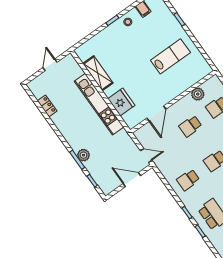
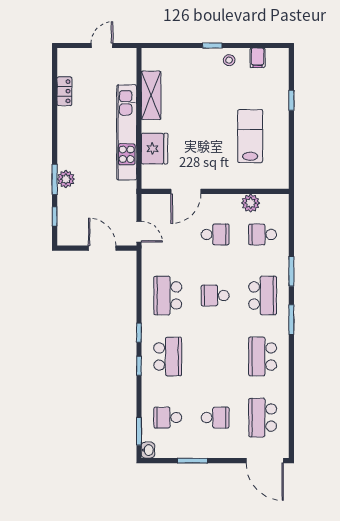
lab bench: (170, 56) -> (250, 136), turned -90
school desk: (190, 126) -> (215, 234), turned 180
school desk: (188, 180) -> (168, 295), width x1.85

